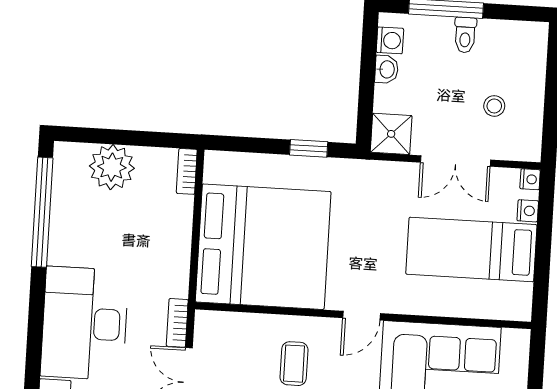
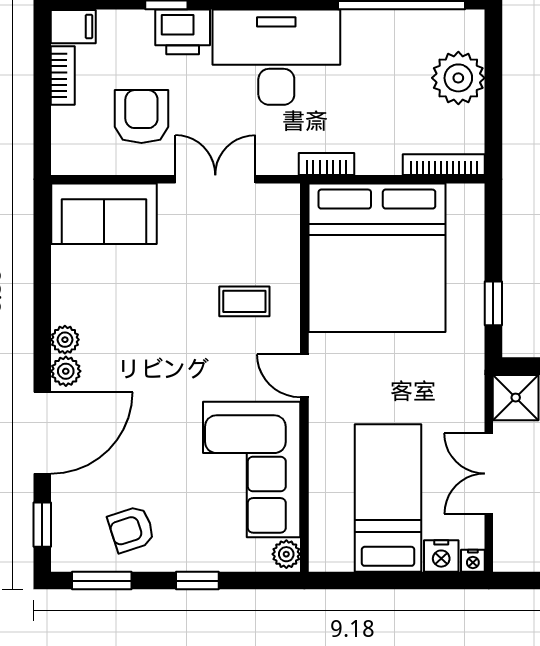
bookcase: (187, 171) -> (444, 165), width x1.56
nightstand: (528, 211) -> (441, 556), width x1.39, depth x1.35
bookcase: (177, 323) -> (327, 164), moved
plant: (515, 340) -> (286, 554), added

